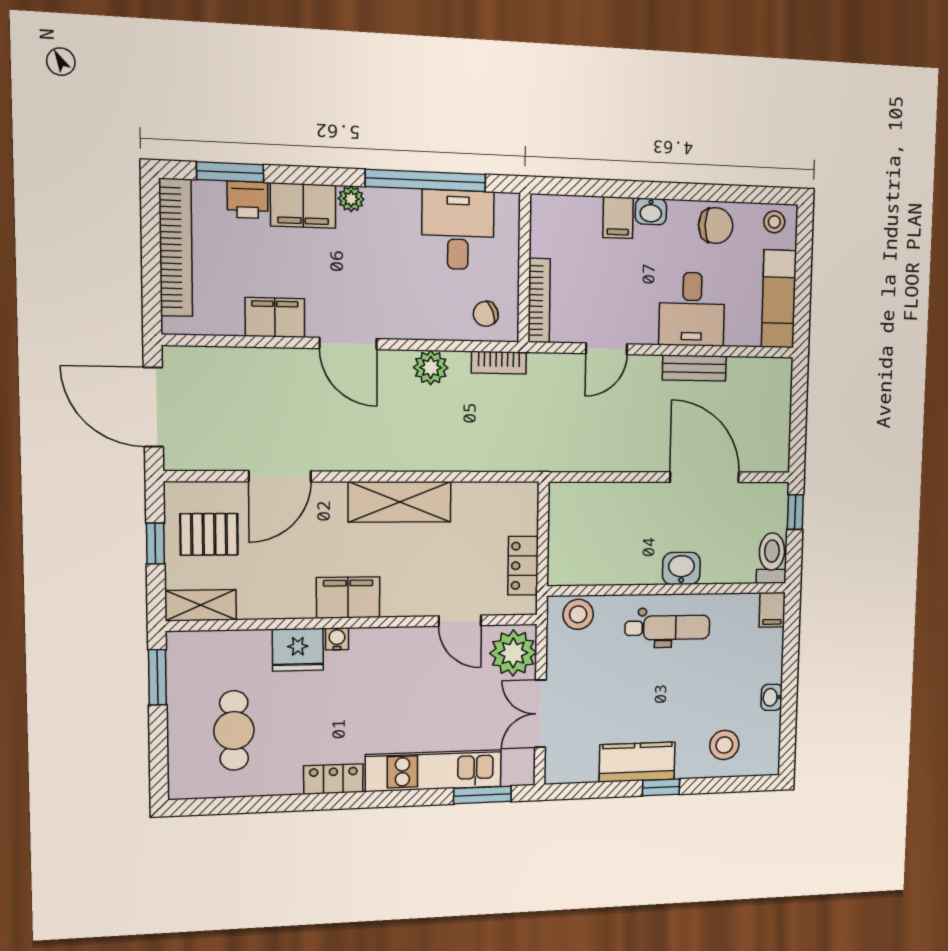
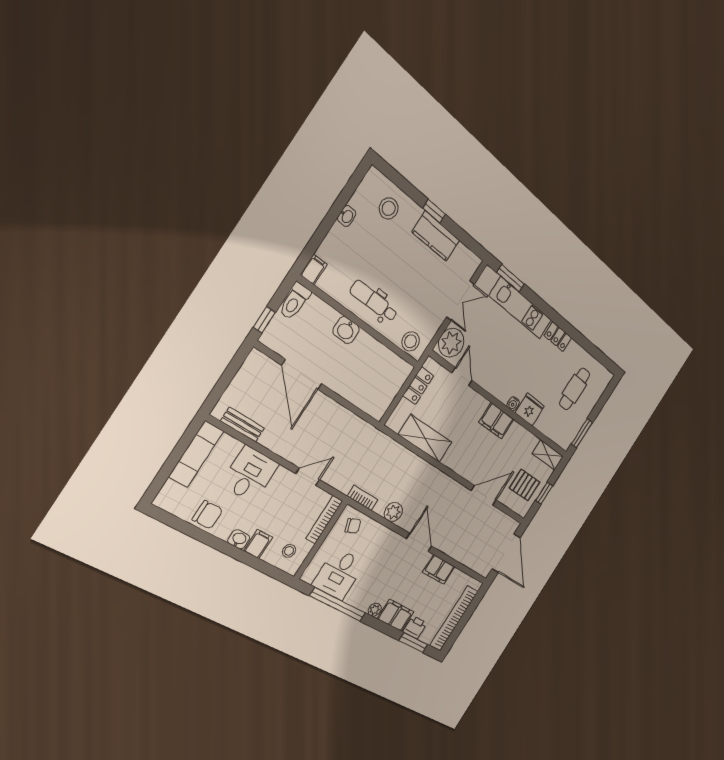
stool: (774, 222) -> (289, 551), moved
chair: (716, 226) -> (208, 515), turned 180
bench: (694, 368) -> (242, 425), moved
shelving: (400, 502) -> (425, 438), moved

